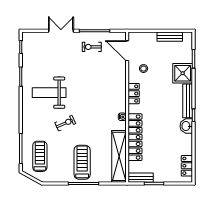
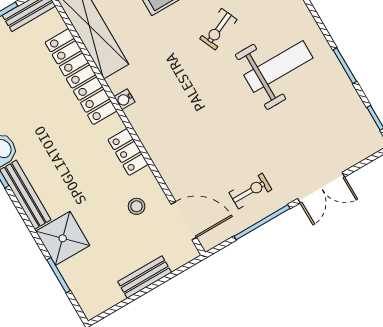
bench: (170, 37) -> (145, 277), moved

